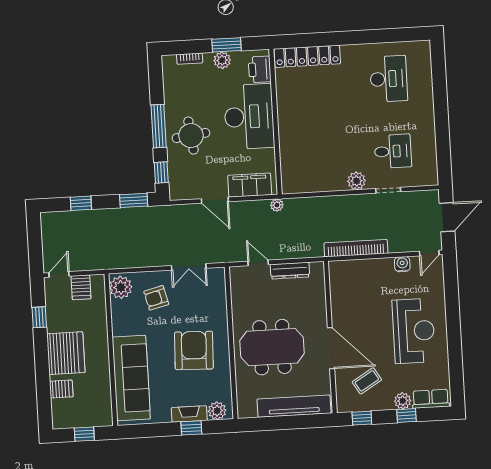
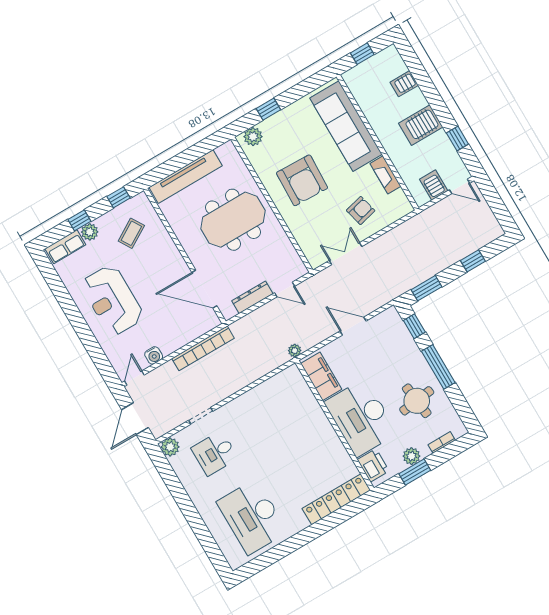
desk: (389, 79) -> (252, 517), width x1.36, depth x1.30
round table: (191, 136) -> (417, 401), moved
plant: (357, 181) -> (170, 447), moved
filing cabinet: (250, 185) -> (321, 376), moved, turned -90
door: (59, 274) -> (459, 186), hinge flipped
plant: (121, 287) -> (398, 203), removed
door: (331, 348) -> (204, 289), moved
server rack: (66, 353) -> (421, 125), width x0.62
fireplace: (189, 414) -> (385, 175), moved, turned 90

